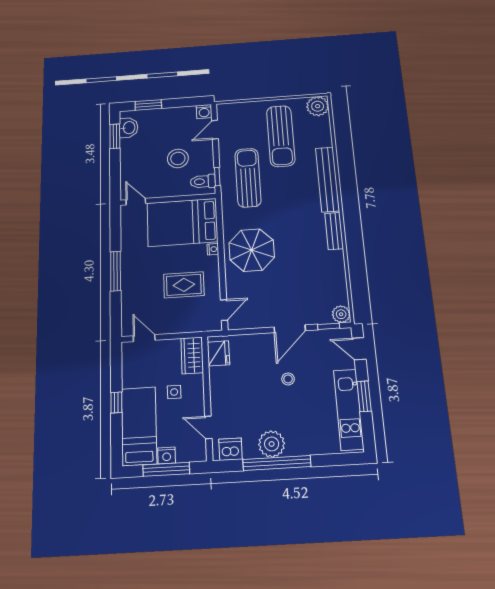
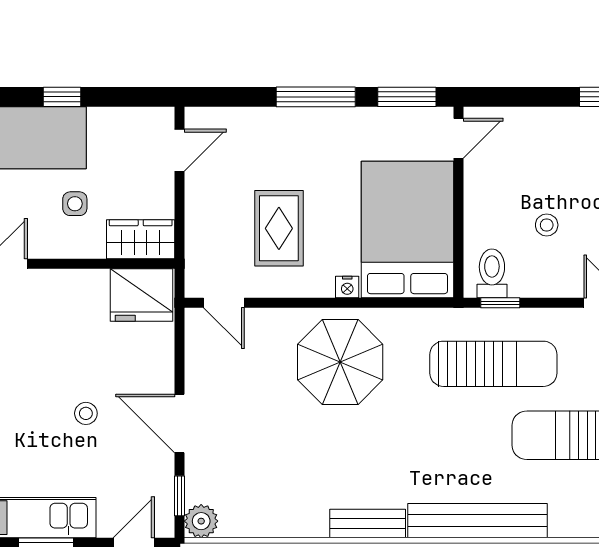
stool: (178, 158) -> (547, 225), width x0.53, depth x0.53
window: (115, 227) -> (407, 97), added
fridge: (218, 353) -> (141, 295), width x1.36, depth x1.34

